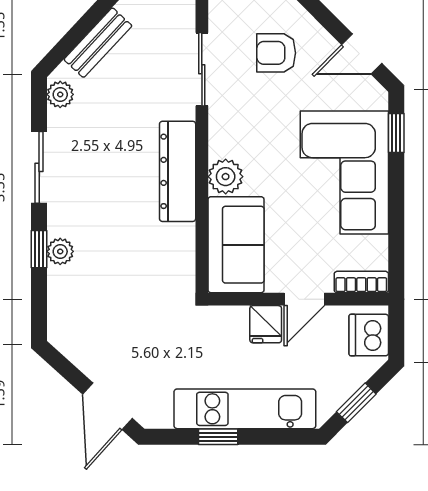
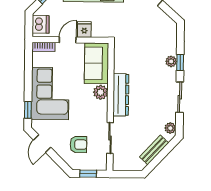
door: (362, 54) -> (42, 144), swing flipped

